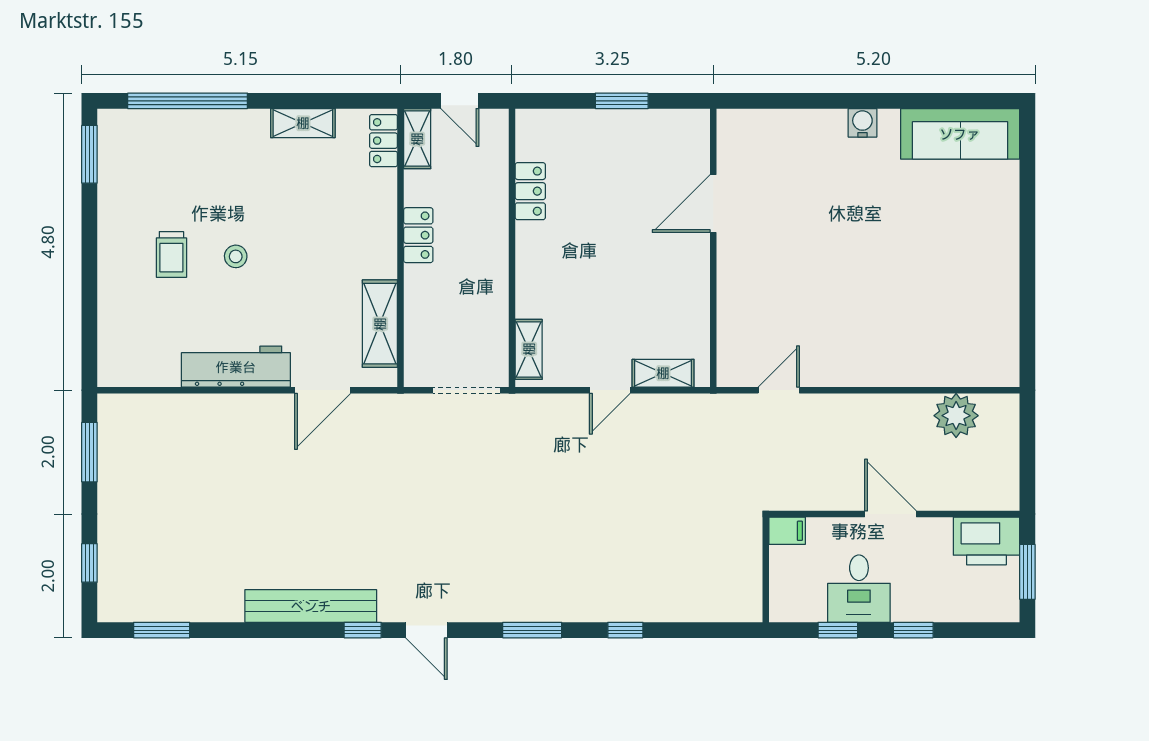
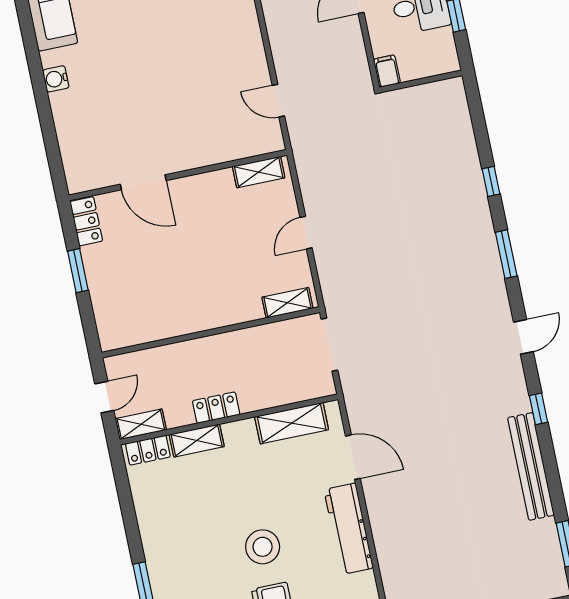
shelving: (303, 123) -> (197, 441), moved, turned 90
locker: (530, 191) -> (86, 221), moved, turned 90
stool: (236, 256) -> (263, 547), width x1.89, depth x1.89
shelving: (663, 373) -> (259, 172), moved, turned 90
door: (610, 390) -> (306, 233), swing flipped
bench: (311, 606) -> (531, 466), moved
window: (363, 630) -> (538, 409), moved

